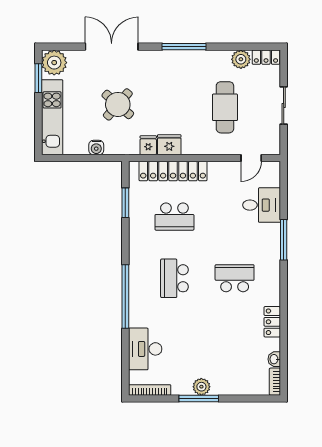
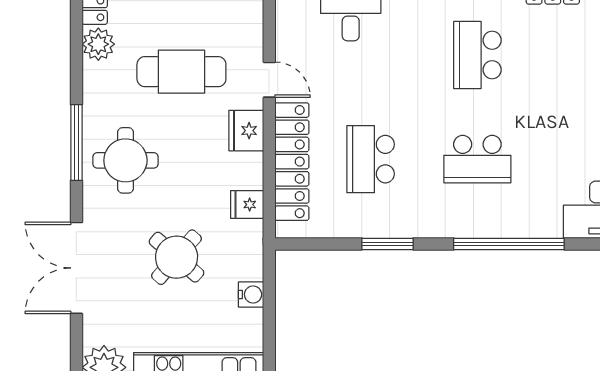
round table: (174, 75) -> (125, 160), added
fridge: (169, 145) -> (246, 131), moved
door: (251, 158) -> (269, 80), moved
window: (125, 203) -> (387, 244), moved
school desk: (174, 217) -> (371, 159), turned 180

